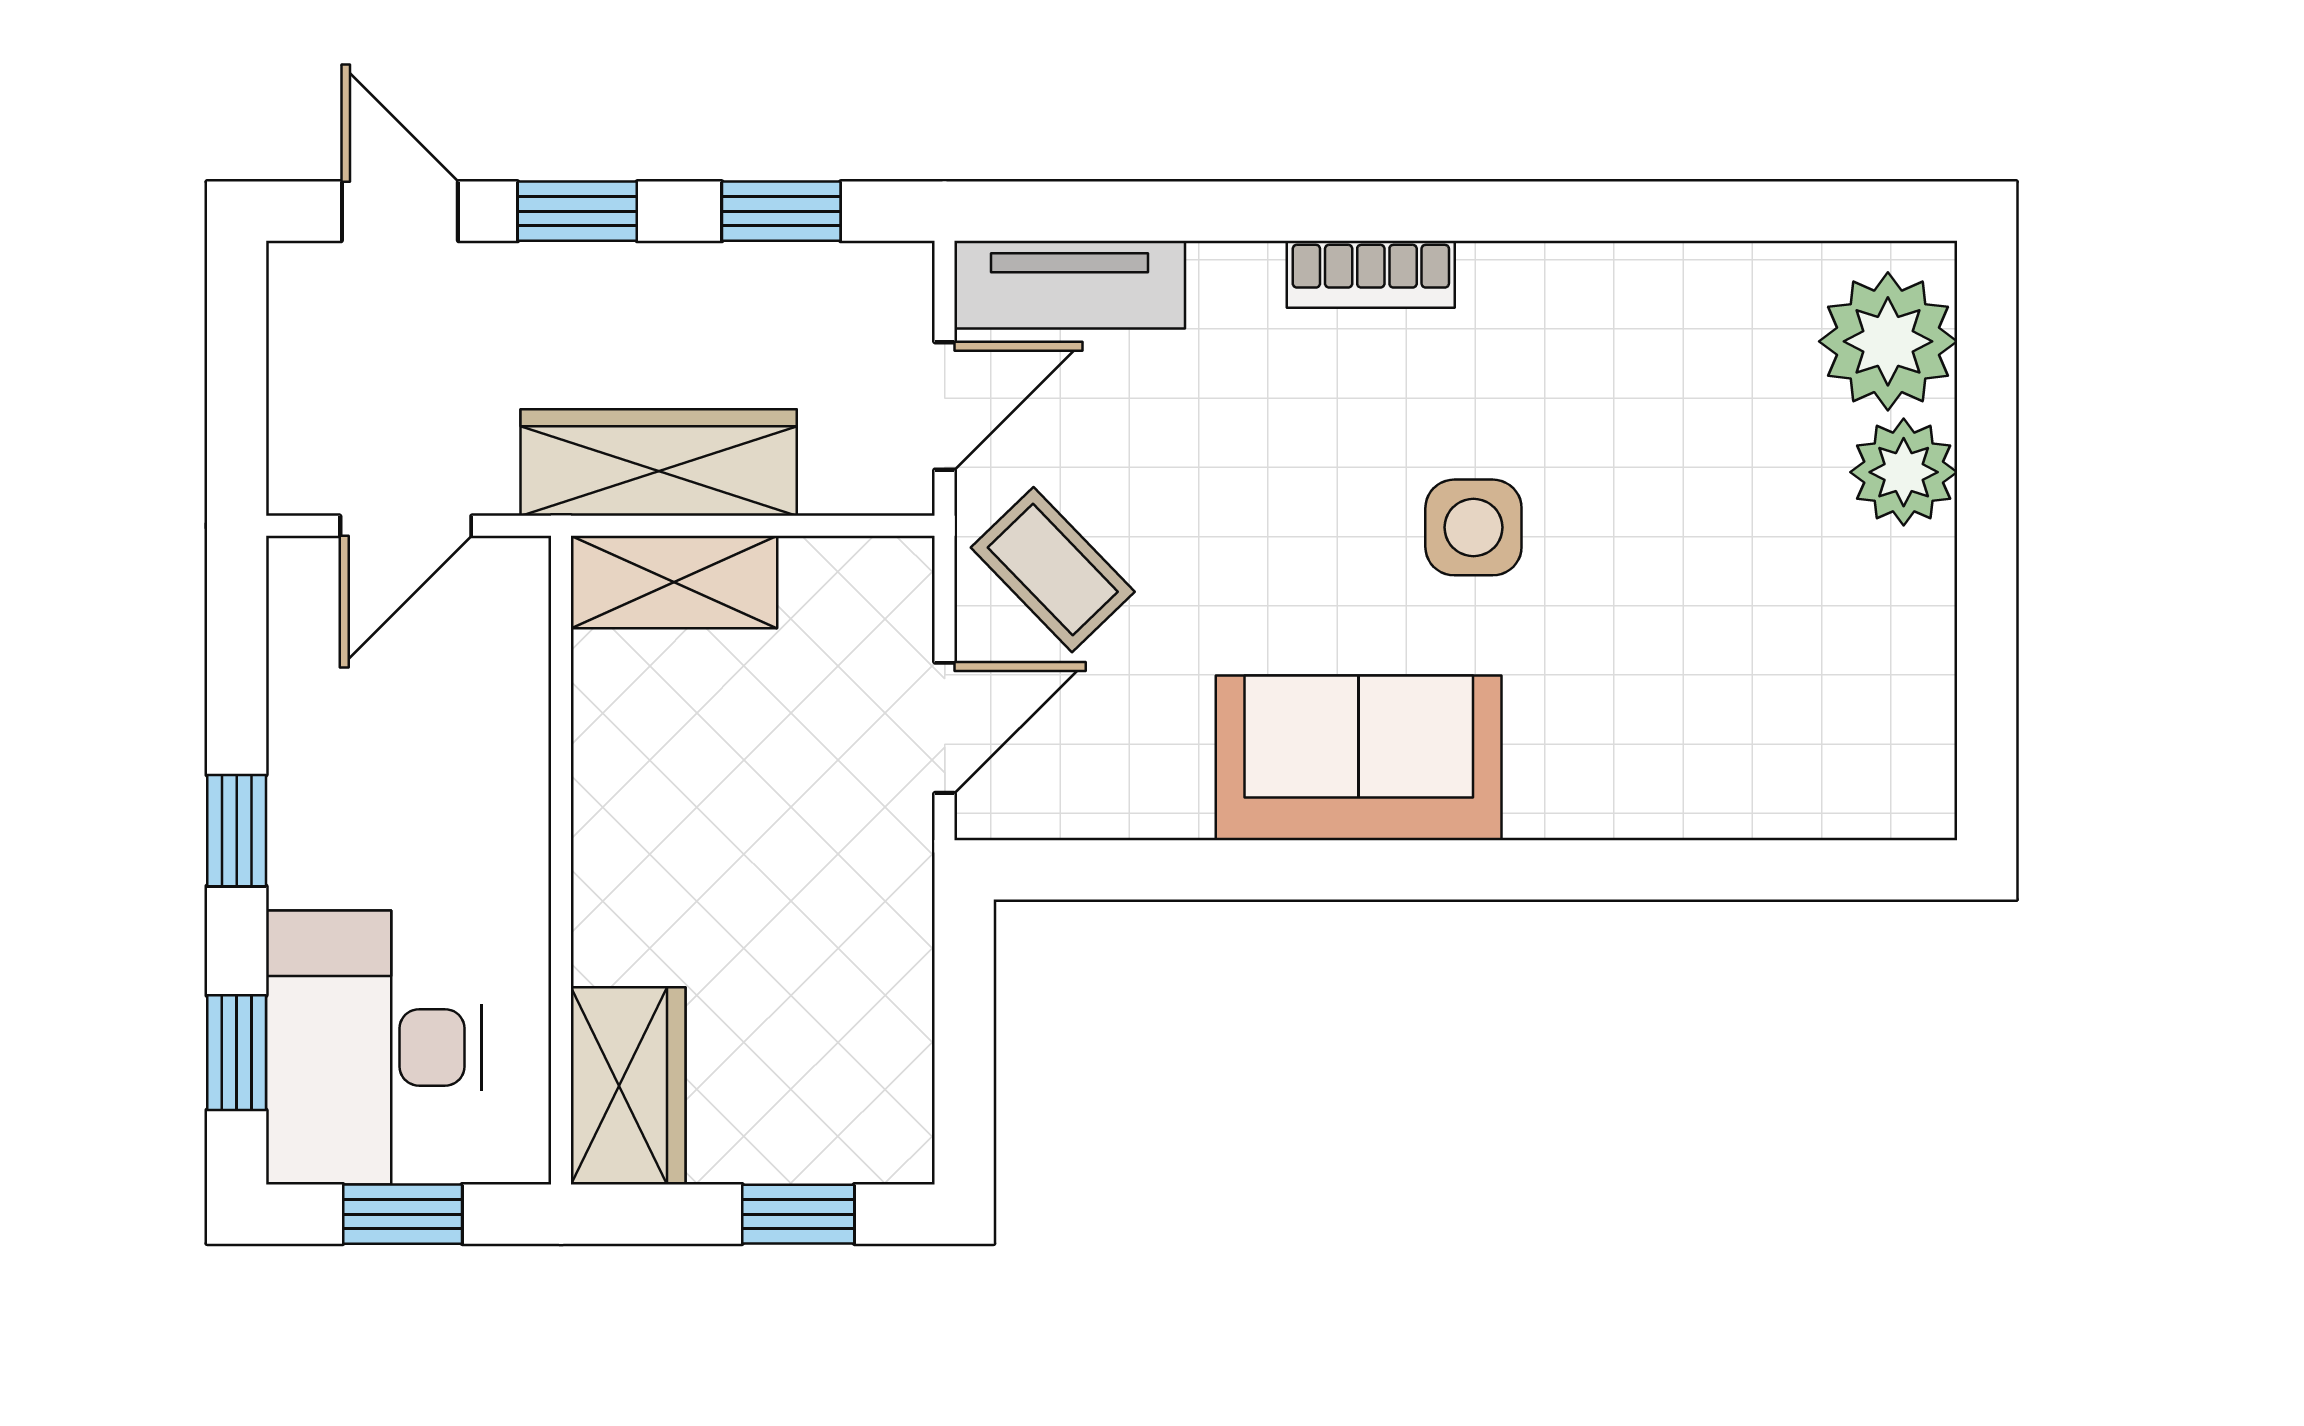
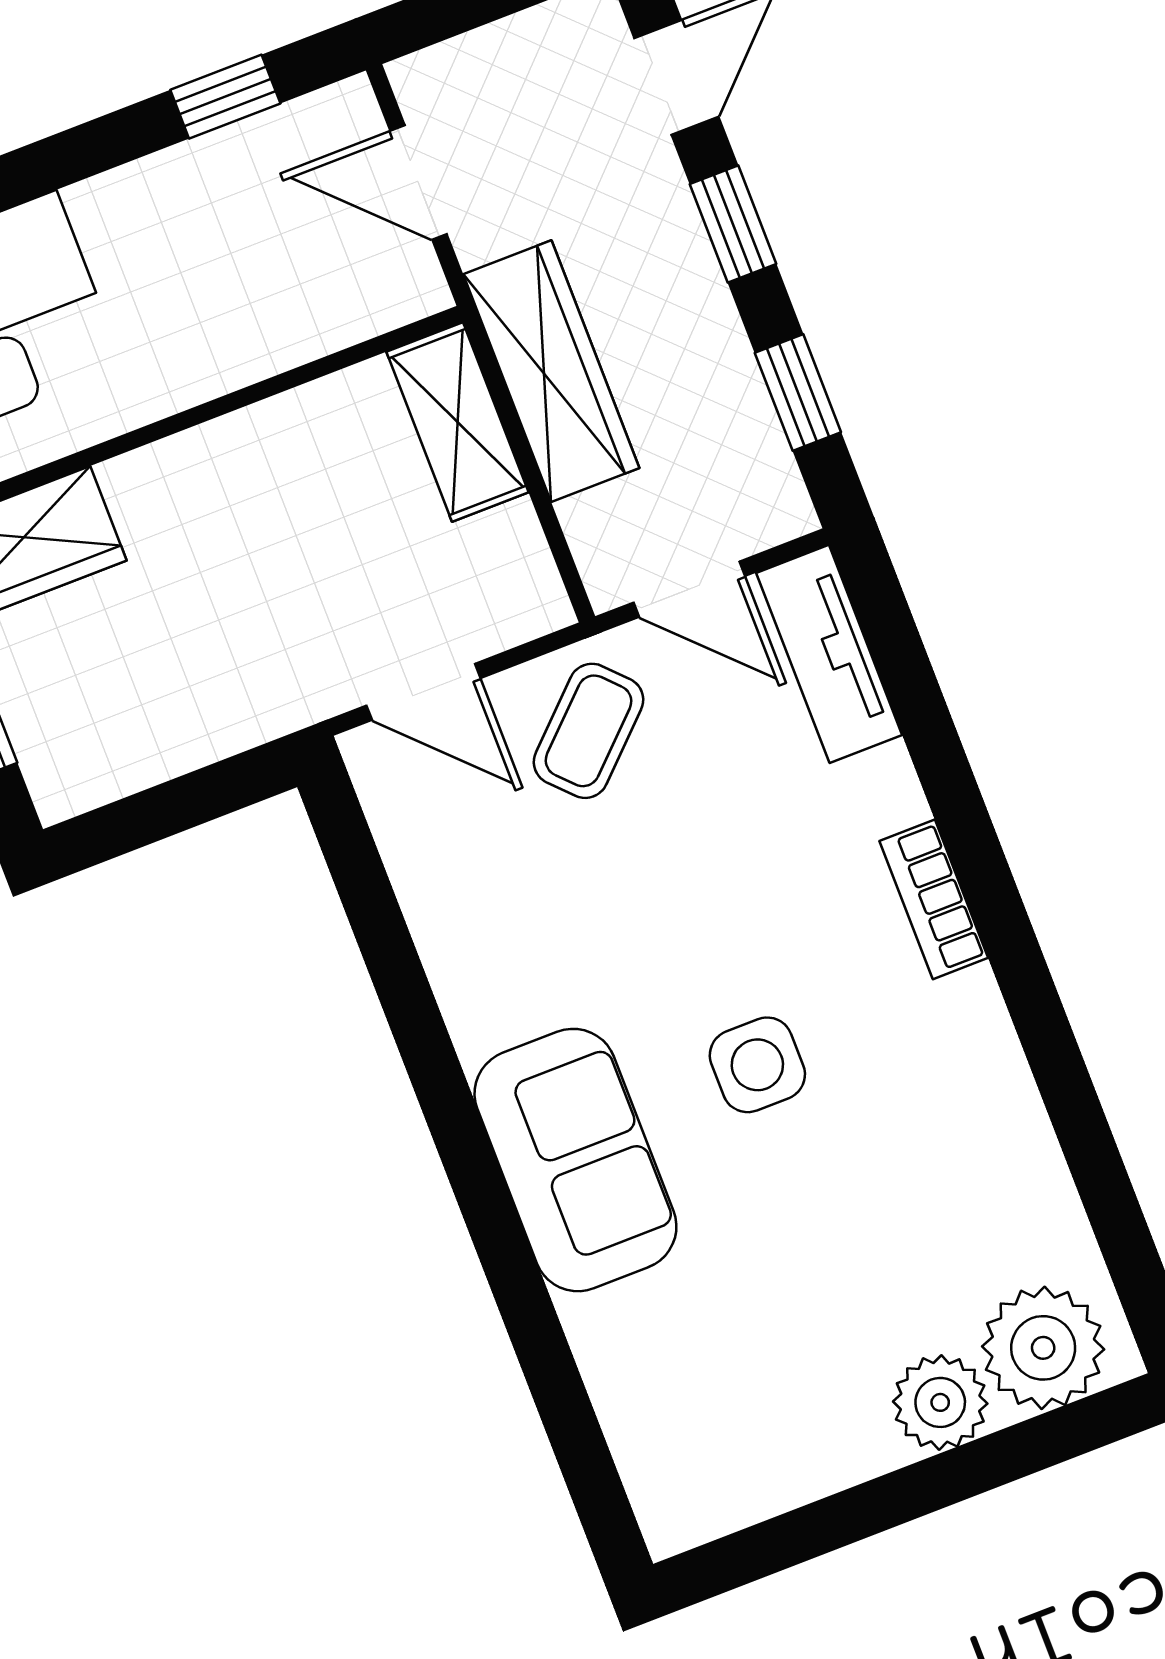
sofa: (1359, 758) -> (575, 1160), moved
window: (237, 831) -> (225, 97), moved

